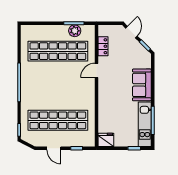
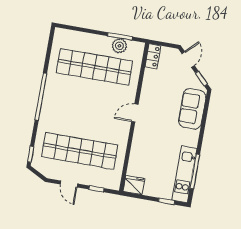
locker: (103, 46) -> (153, 56), moved
door: (97, 70) -> (135, 113), moved
sofa: (142, 85) -> (192, 109), moved

